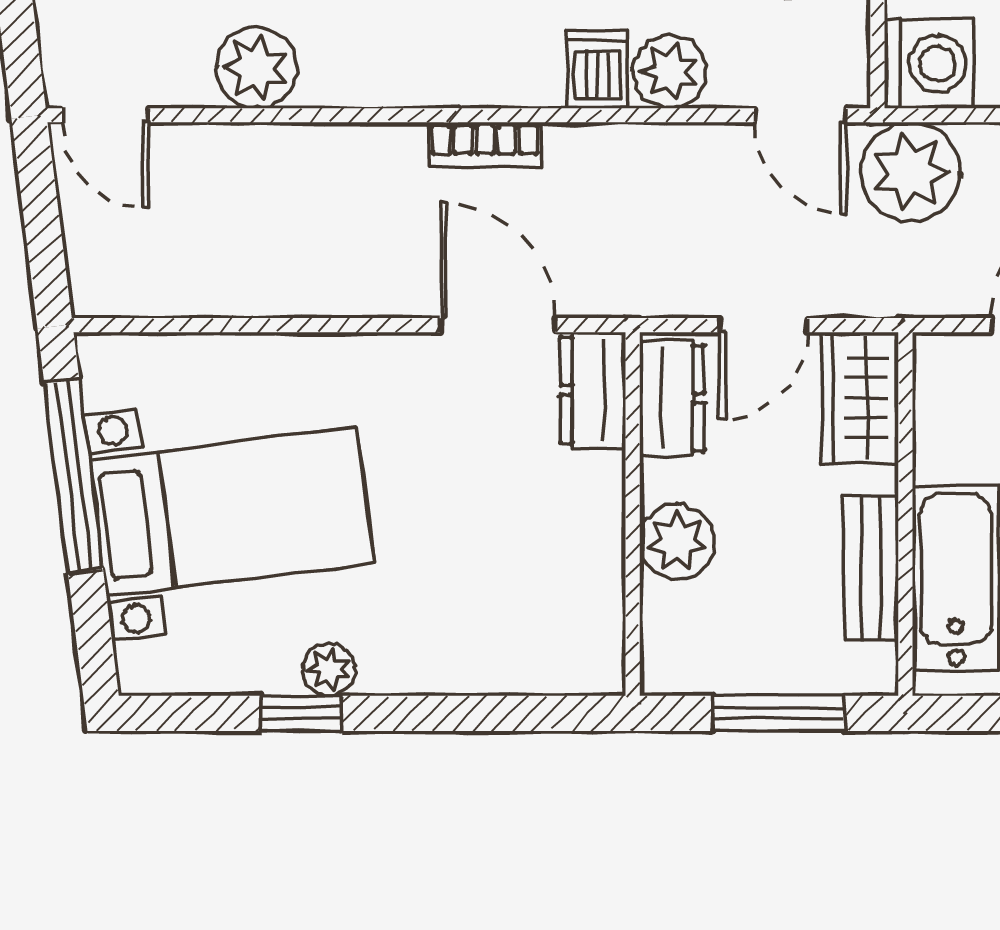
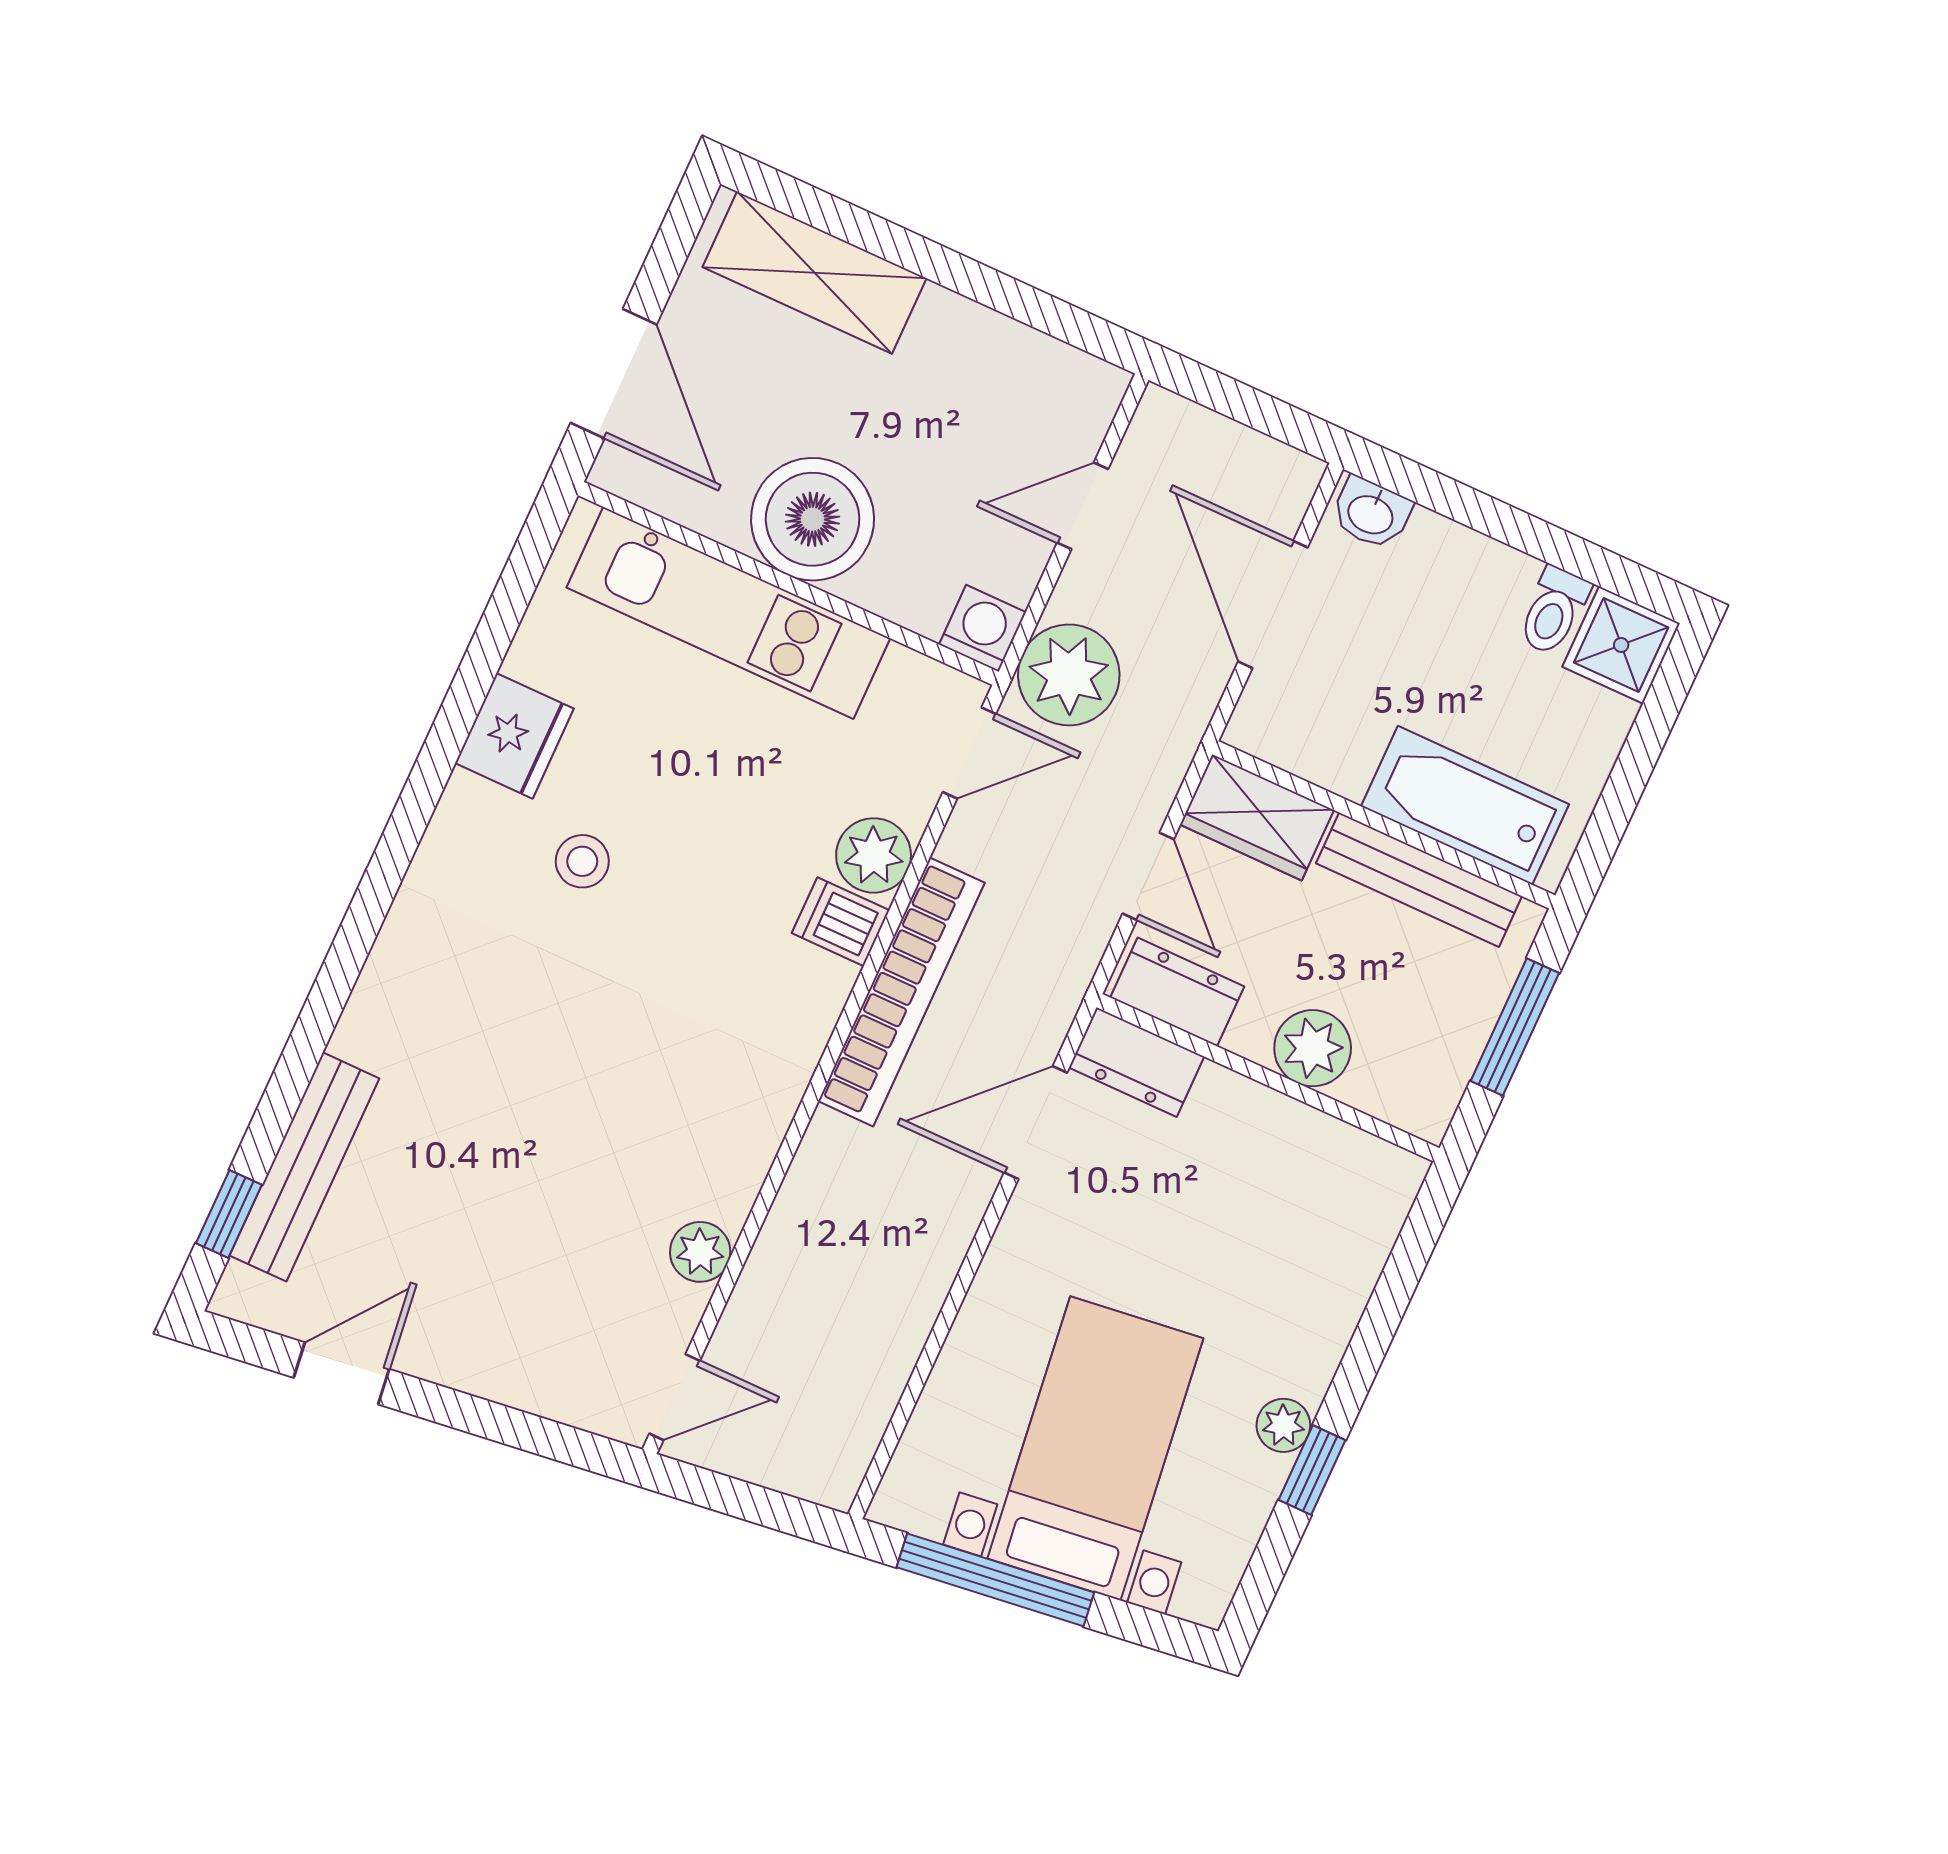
washing machine: (929, 64) -> (982, 628), width x0.73, depth x0.73
plant: (257, 68) -> (700, 1252), width x0.73, depth x0.73
bookcase: (485, 145) -> (901, 992), width x2.31, depth x1.31
bench: (871, 568) -> (1419, 880), width x1.36

